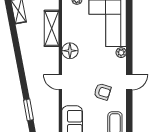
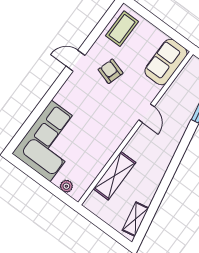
floor lamp: (70, 51) -> (113, 139), removed
plant: (121, 53) -> (61, 98), removed

